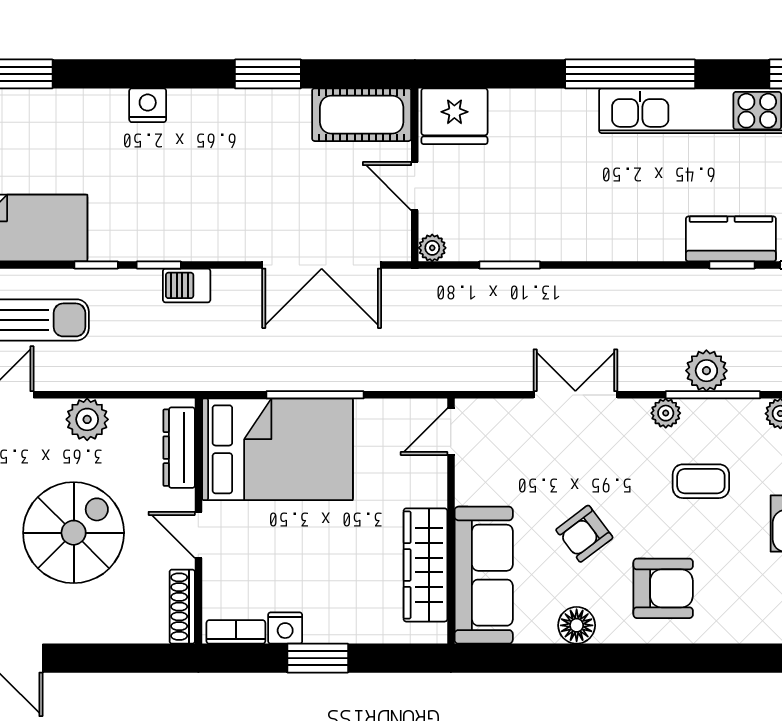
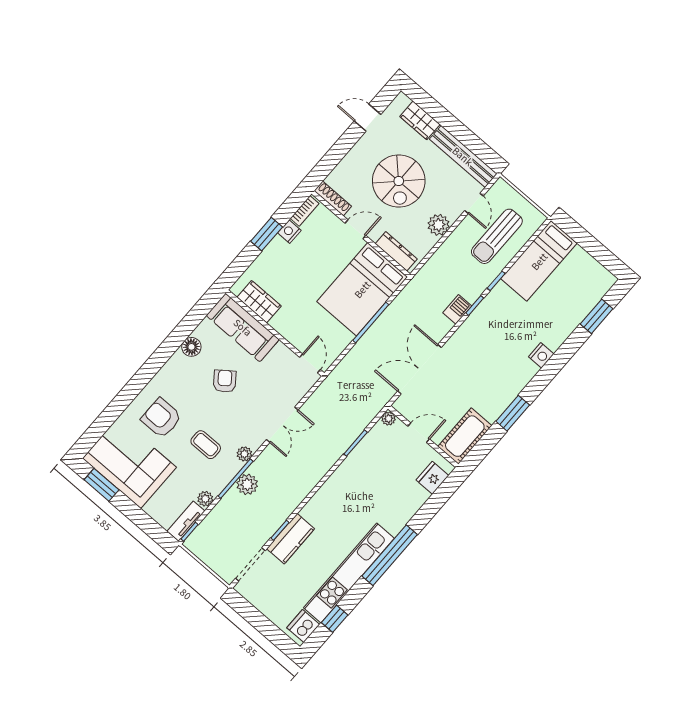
fridge: (454, 116) -> (432, 478), width x0.73, depth x0.75
coffee table: (701, 481) -> (206, 445), turned 90
wardrobe: (425, 565) -> (259, 302), width x0.67
armchair: (663, 588) -> (161, 418), moved, turned 90

